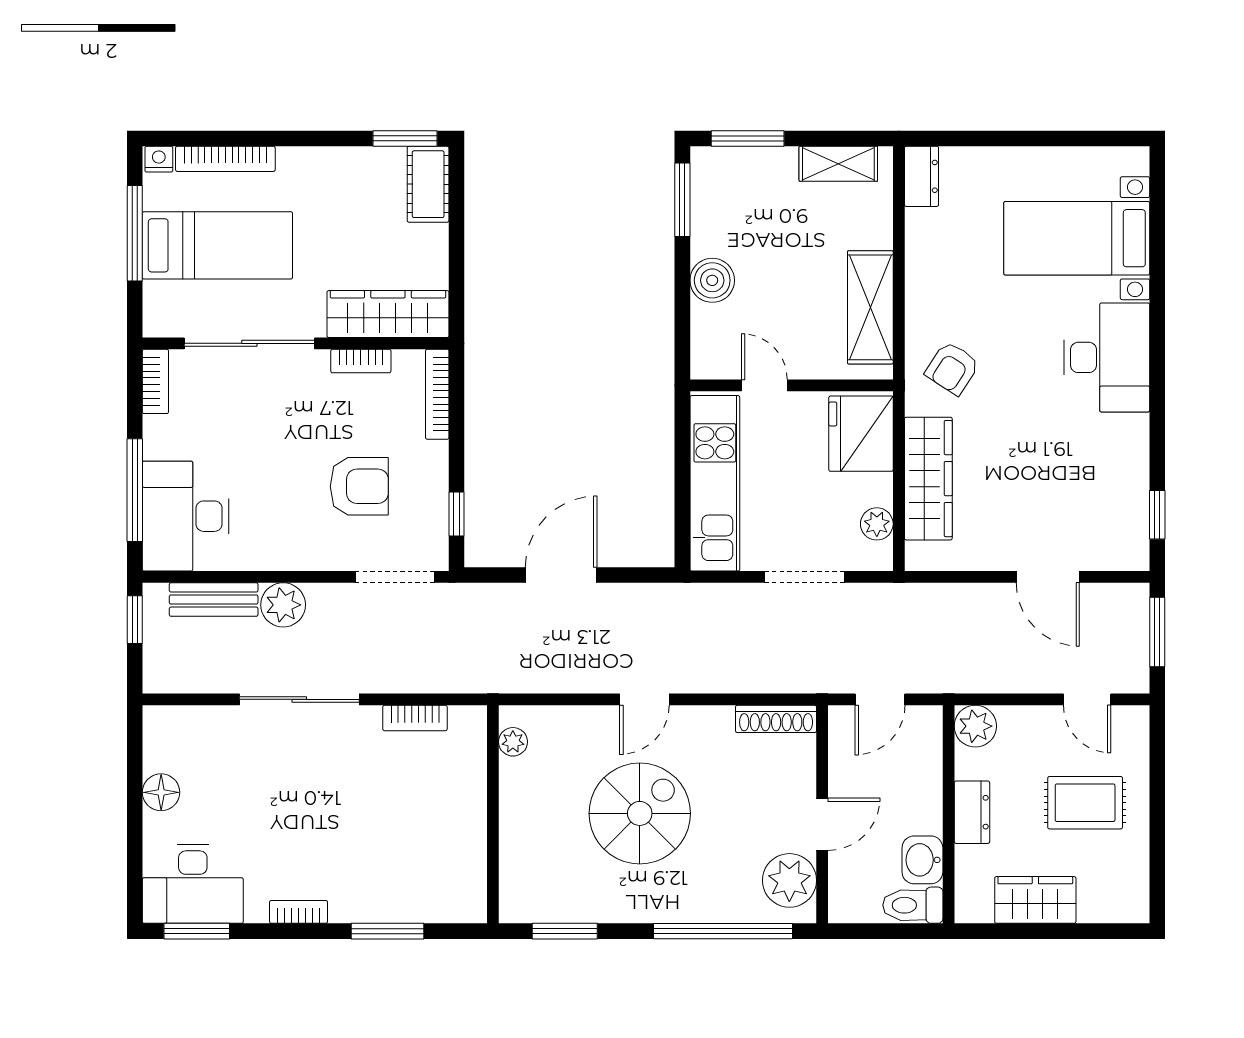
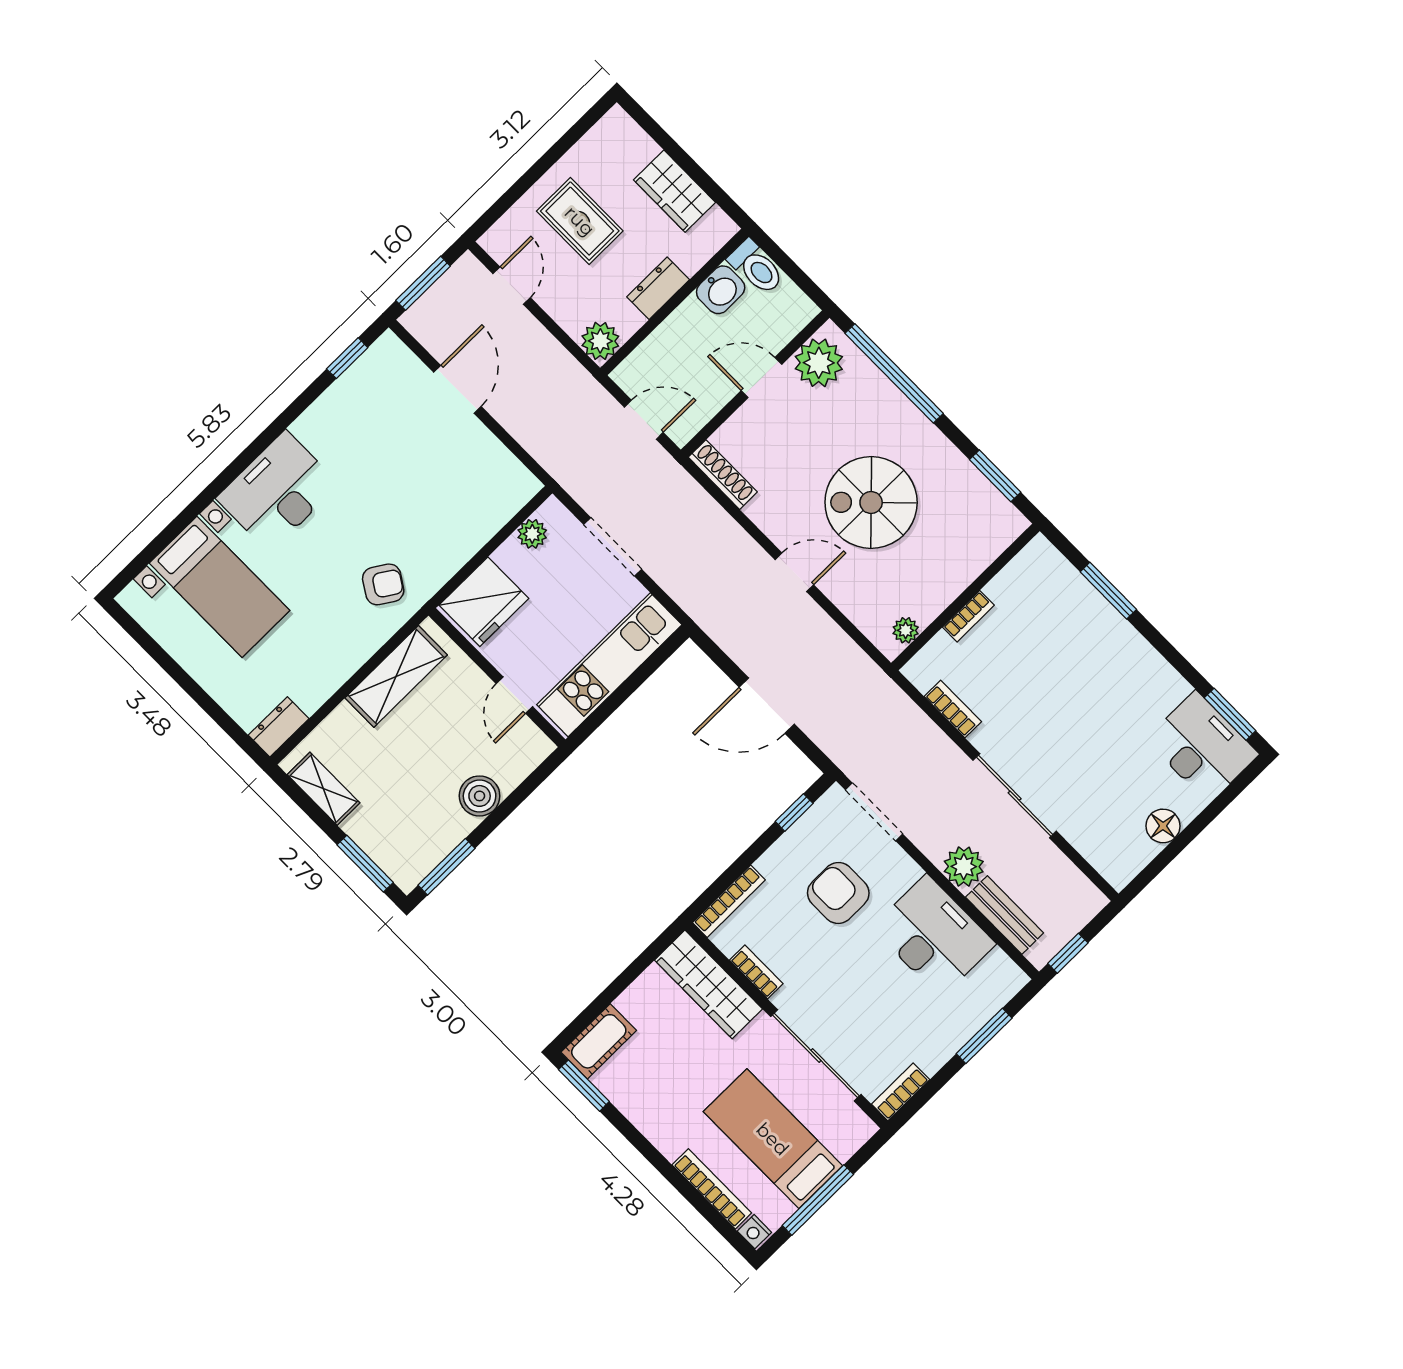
wardrobe: (928, 479) -> (470, 529), removed
window: (135, 490) -> (984, 1036), width x0.69
desk: (186, 516) -> (934, 936), moved, turned -90
bookcase: (299, 912) -> (968, 616), moved, turned -90

